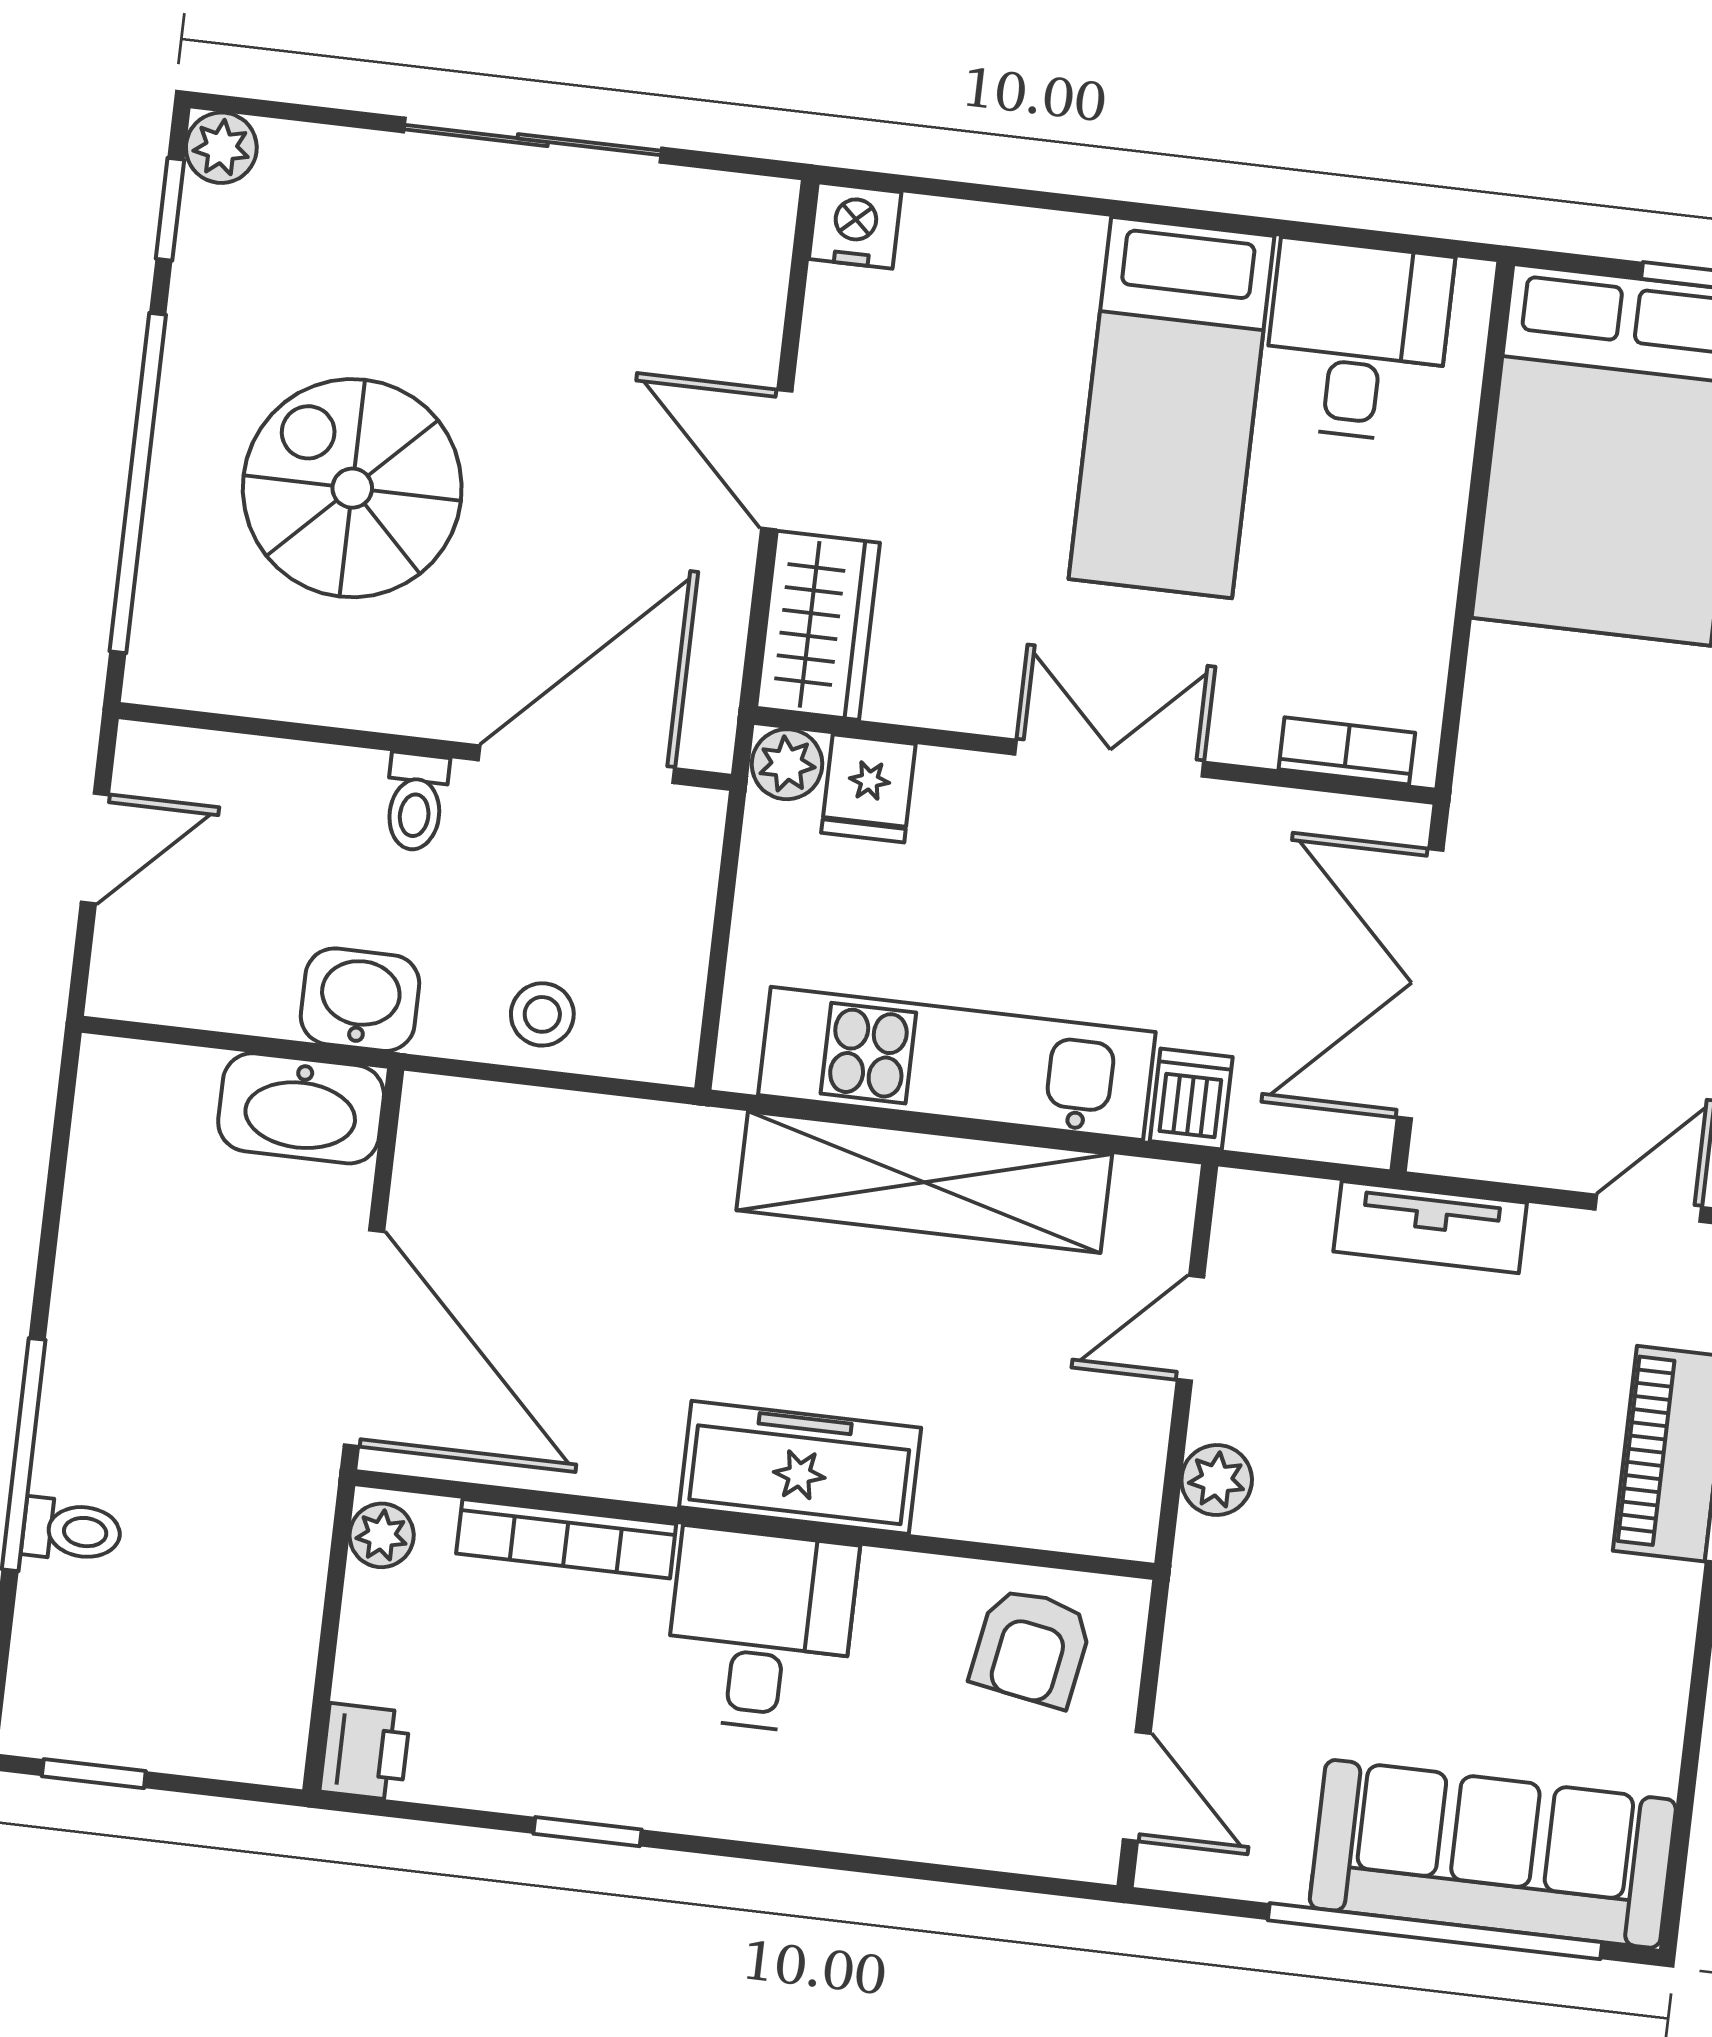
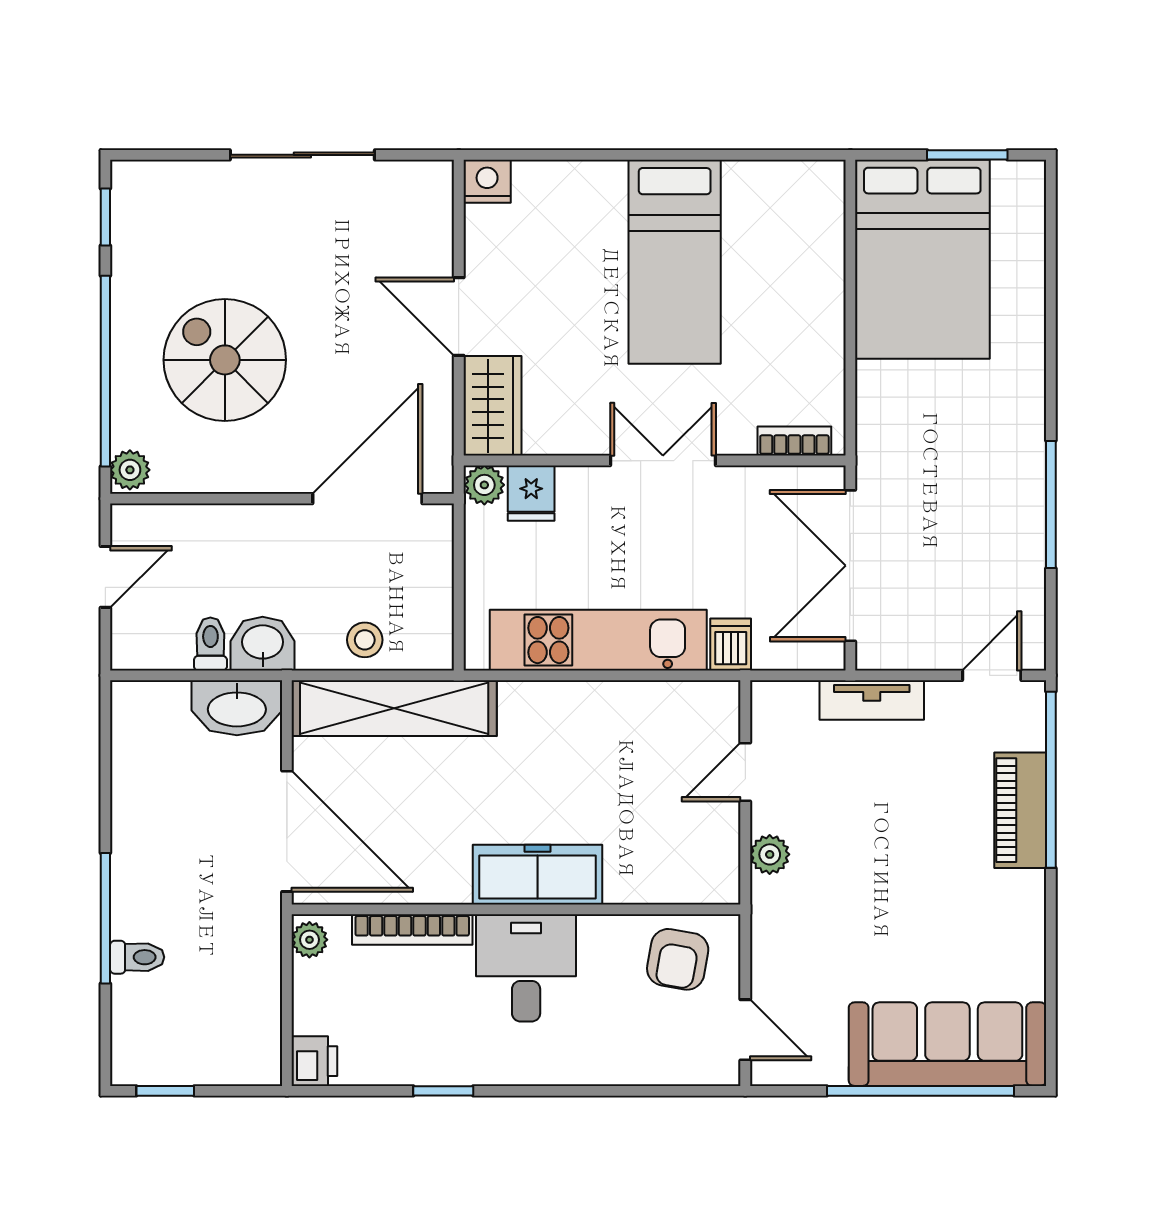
plant: (221, 148) -> (130, 470), moved
desk: (1357, 341) -> (773, 213), removed
toilet: (416, 802) -> (210, 644), moved, turned 180
shelving: (924, 1182) -> (394, 708), moved

